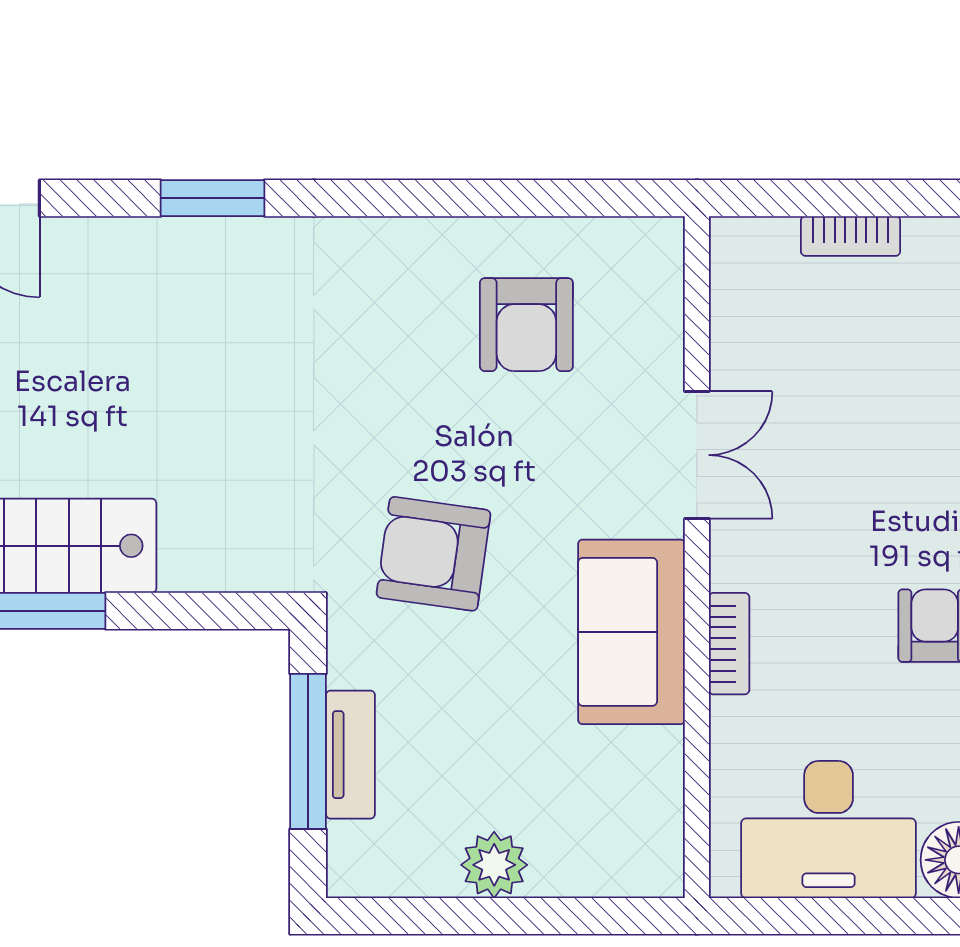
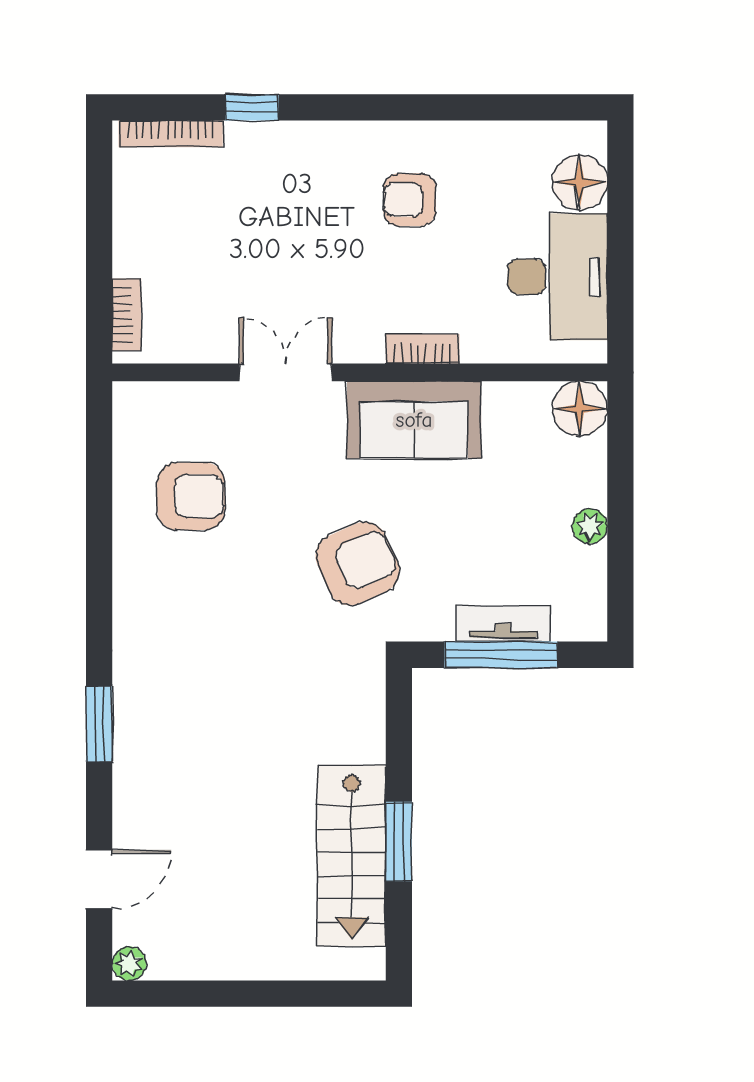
bookcase: (851, 236) -> (127, 315), moved
armchair: (433, 554) -> (357, 564), turned -122
floor lamp: (647, 860) -> (580, 409), added
plant: (494, 865) -> (590, 526), width x0.73, depth x0.73

